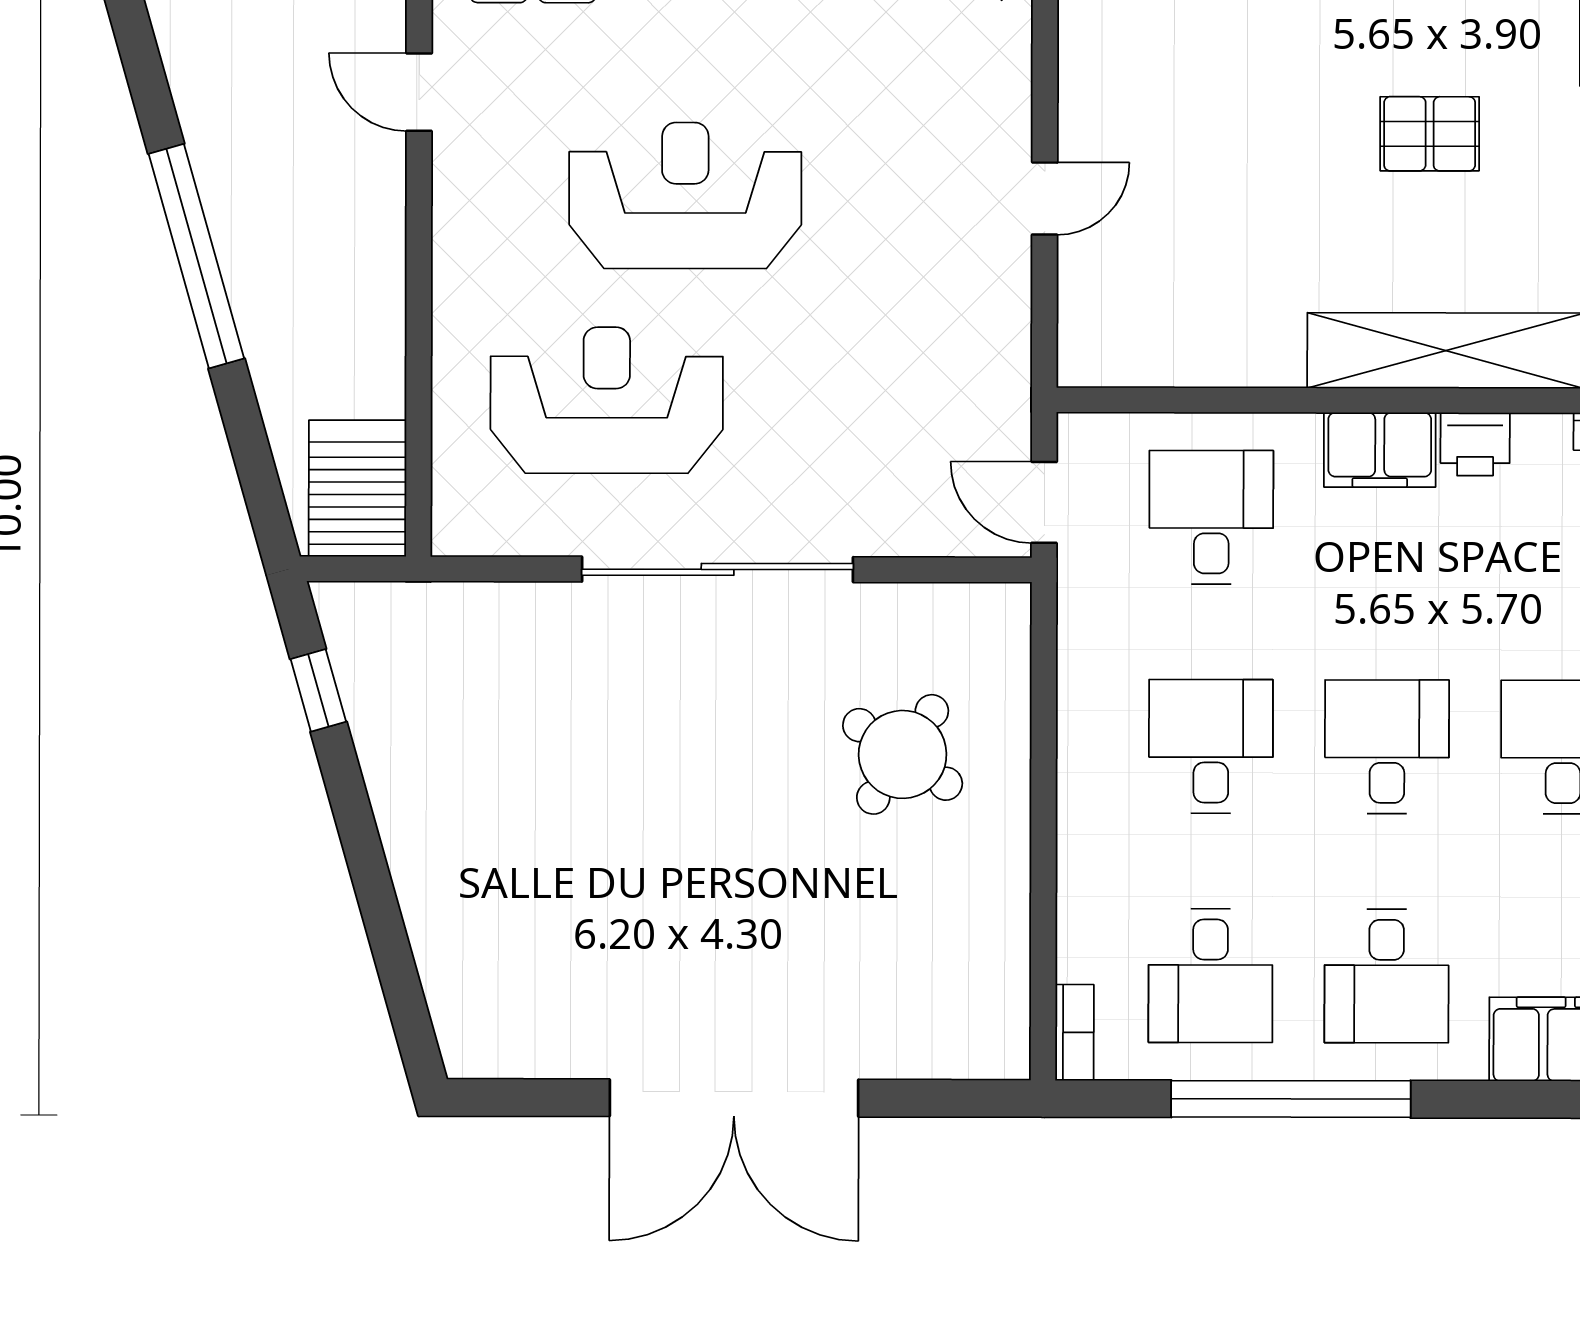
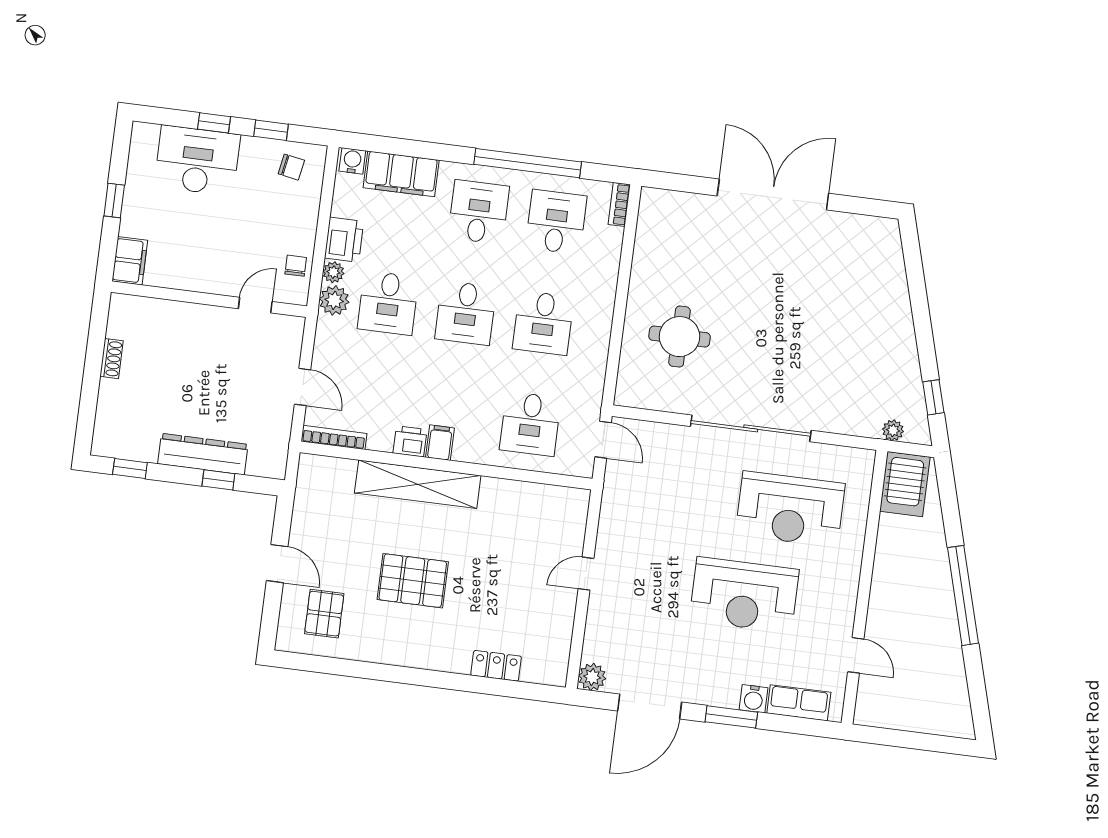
pallet: (1430, 134) -> (413, 581), width x1.50, depth x1.42
filing cabinet: (1380, 450) -> (440, 443), width x0.50
plant: (399, 605) -> (893, 430), added
round table: (903, 754) -> (680, 337), turned -34

